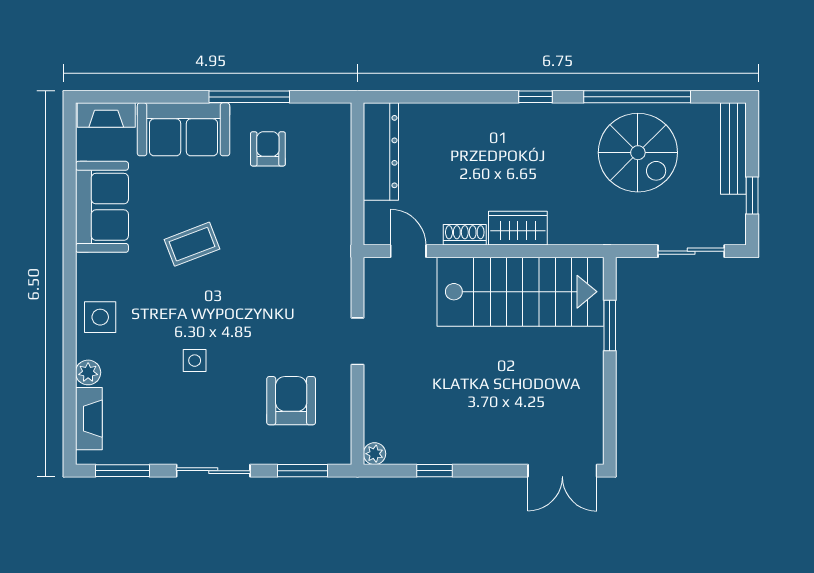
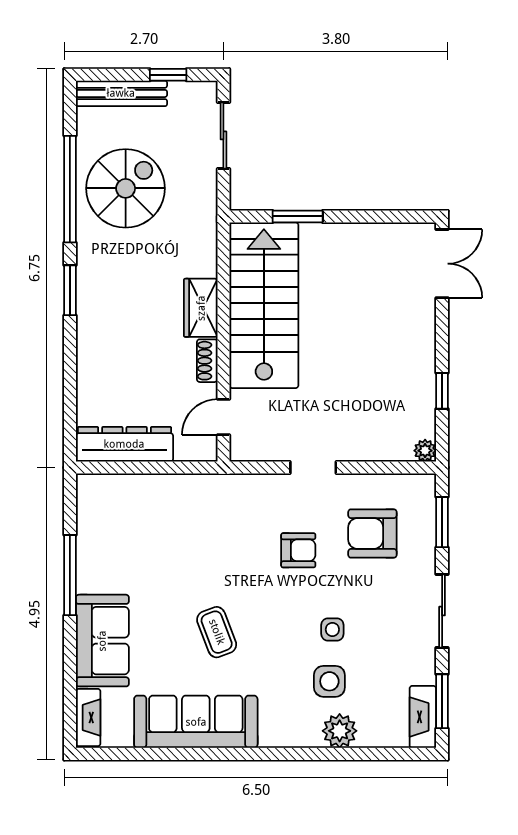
window: (536, 97) -> (70, 290), width x1.50
armchair: (268, 149) -> (298, 550), moved, turned 180
sofa: (102, 207) -> (196, 722), width x1.36
side table: (100, 317) -> (329, 681), moved
plant: (88, 372) -> (340, 731), width x1.38, depth x1.38
fireplace: (89, 419) -> (423, 717), moved, turned -90

